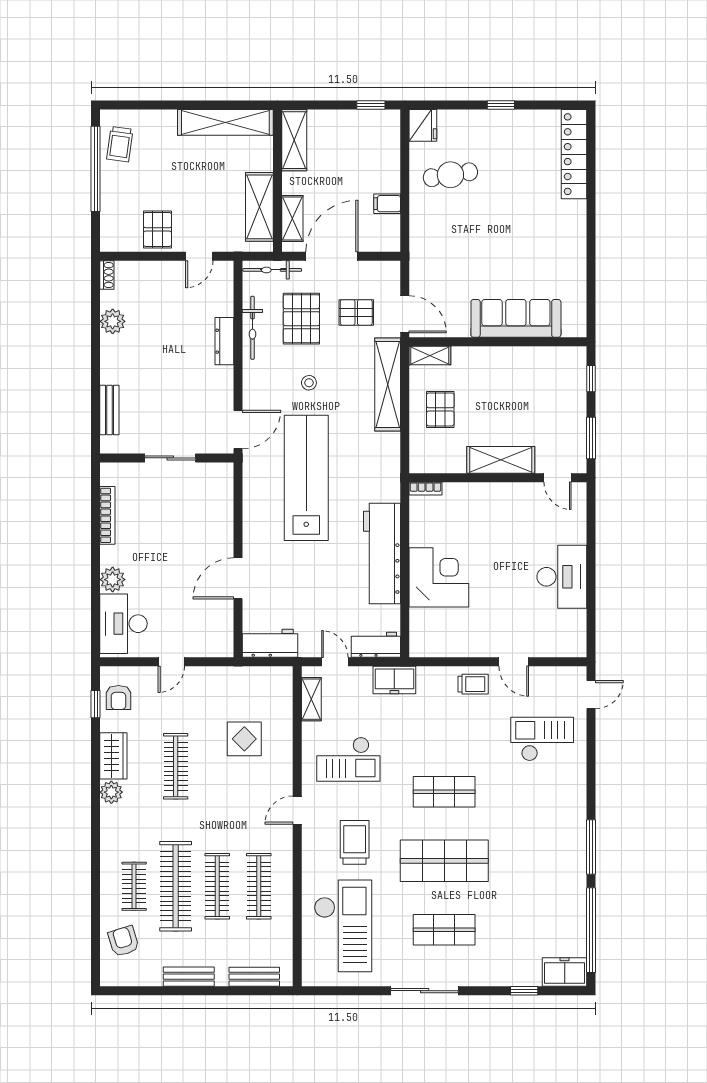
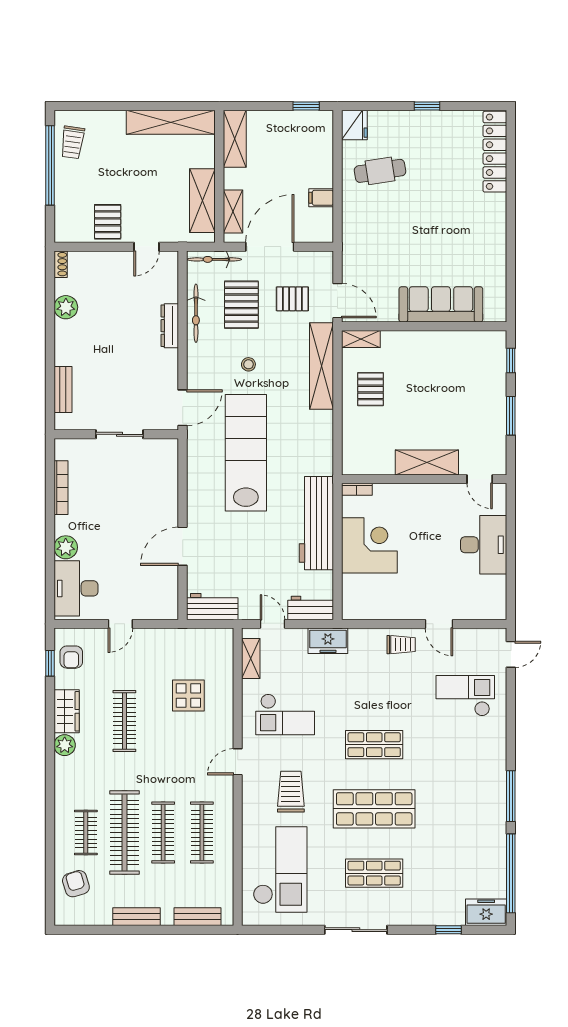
shelving: (501, 460) -> (427, 462), moved
wall: (498, 478) -> (424, 479), moved
door: (558, 478) -> (480, 479), moved
bookcase: (426, 489) -> (357, 489), moved

